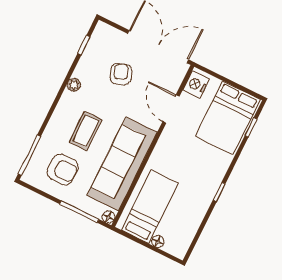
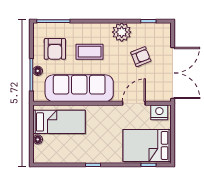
plant: (74, 85) -> (122, 32), width x1.88, depth x1.88
floor lamp: (109, 217) -> (38, 71), moved

